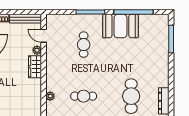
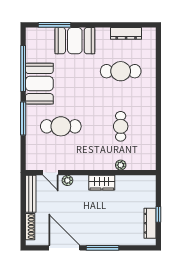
door: (44, 36) -> (51, 173), hinge flipped
cafe table: (84, 45) -> (61, 126), width x1.37, depth x1.35
booth: (157, 57) -> (75, 41), added
wardrobe: (35, 67) -> (102, 183), moved

